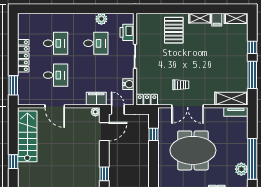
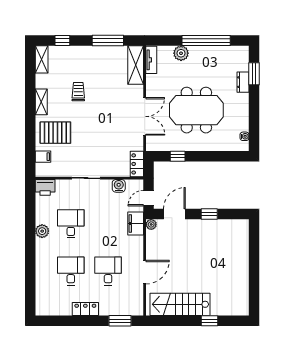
plant: (101, 19) -> (42, 231), moved
filing cabinet: (217, 20) -> (43, 157), moved
printer: (127, 32) -> (45, 187), moved
window: (252, 47) -> (62, 41), moved
locker: (23, 56) -> (85, 309), width x0.66
trolley: (181, 85) -> (78, 92), moved
door: (104, 132) -> (174, 214), hinge flipped
meeting table: (193, 150) -> (196, 110), turned 90
plant: (241, 169) -> (181, 53), moved
window: (104, 174) -> (209, 214), moved

